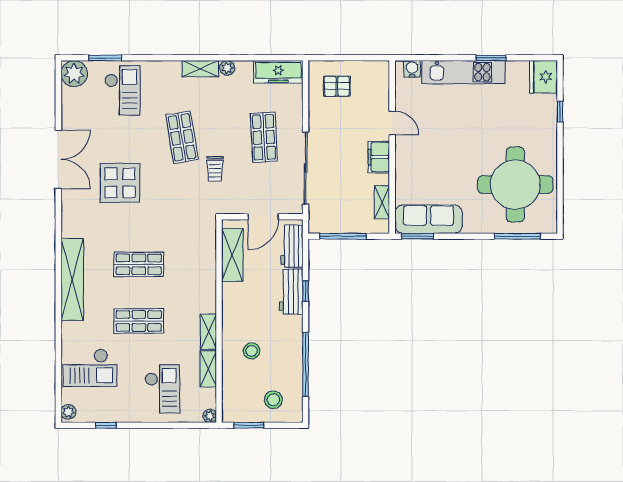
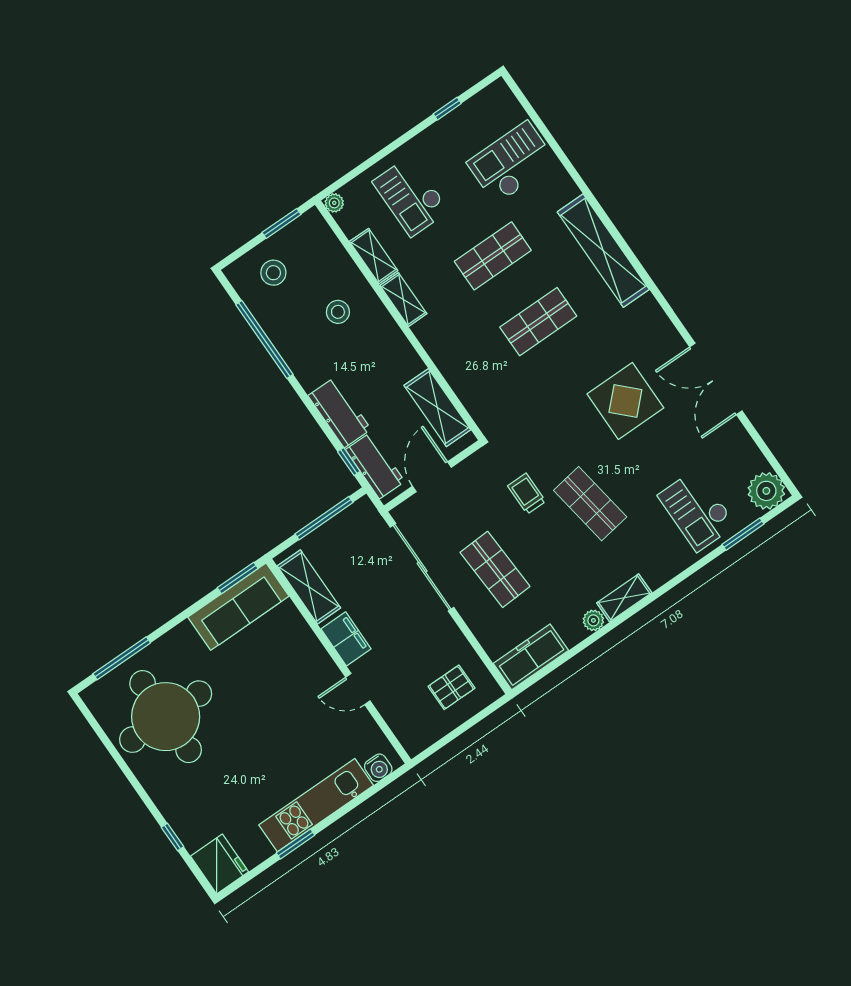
shelving: (382, 202) -> (309, 587), width x1.50, depth x1.33
window: (306, 291) -> (349, 462), moved
plant: (68, 412) -> (501, 94), removed

